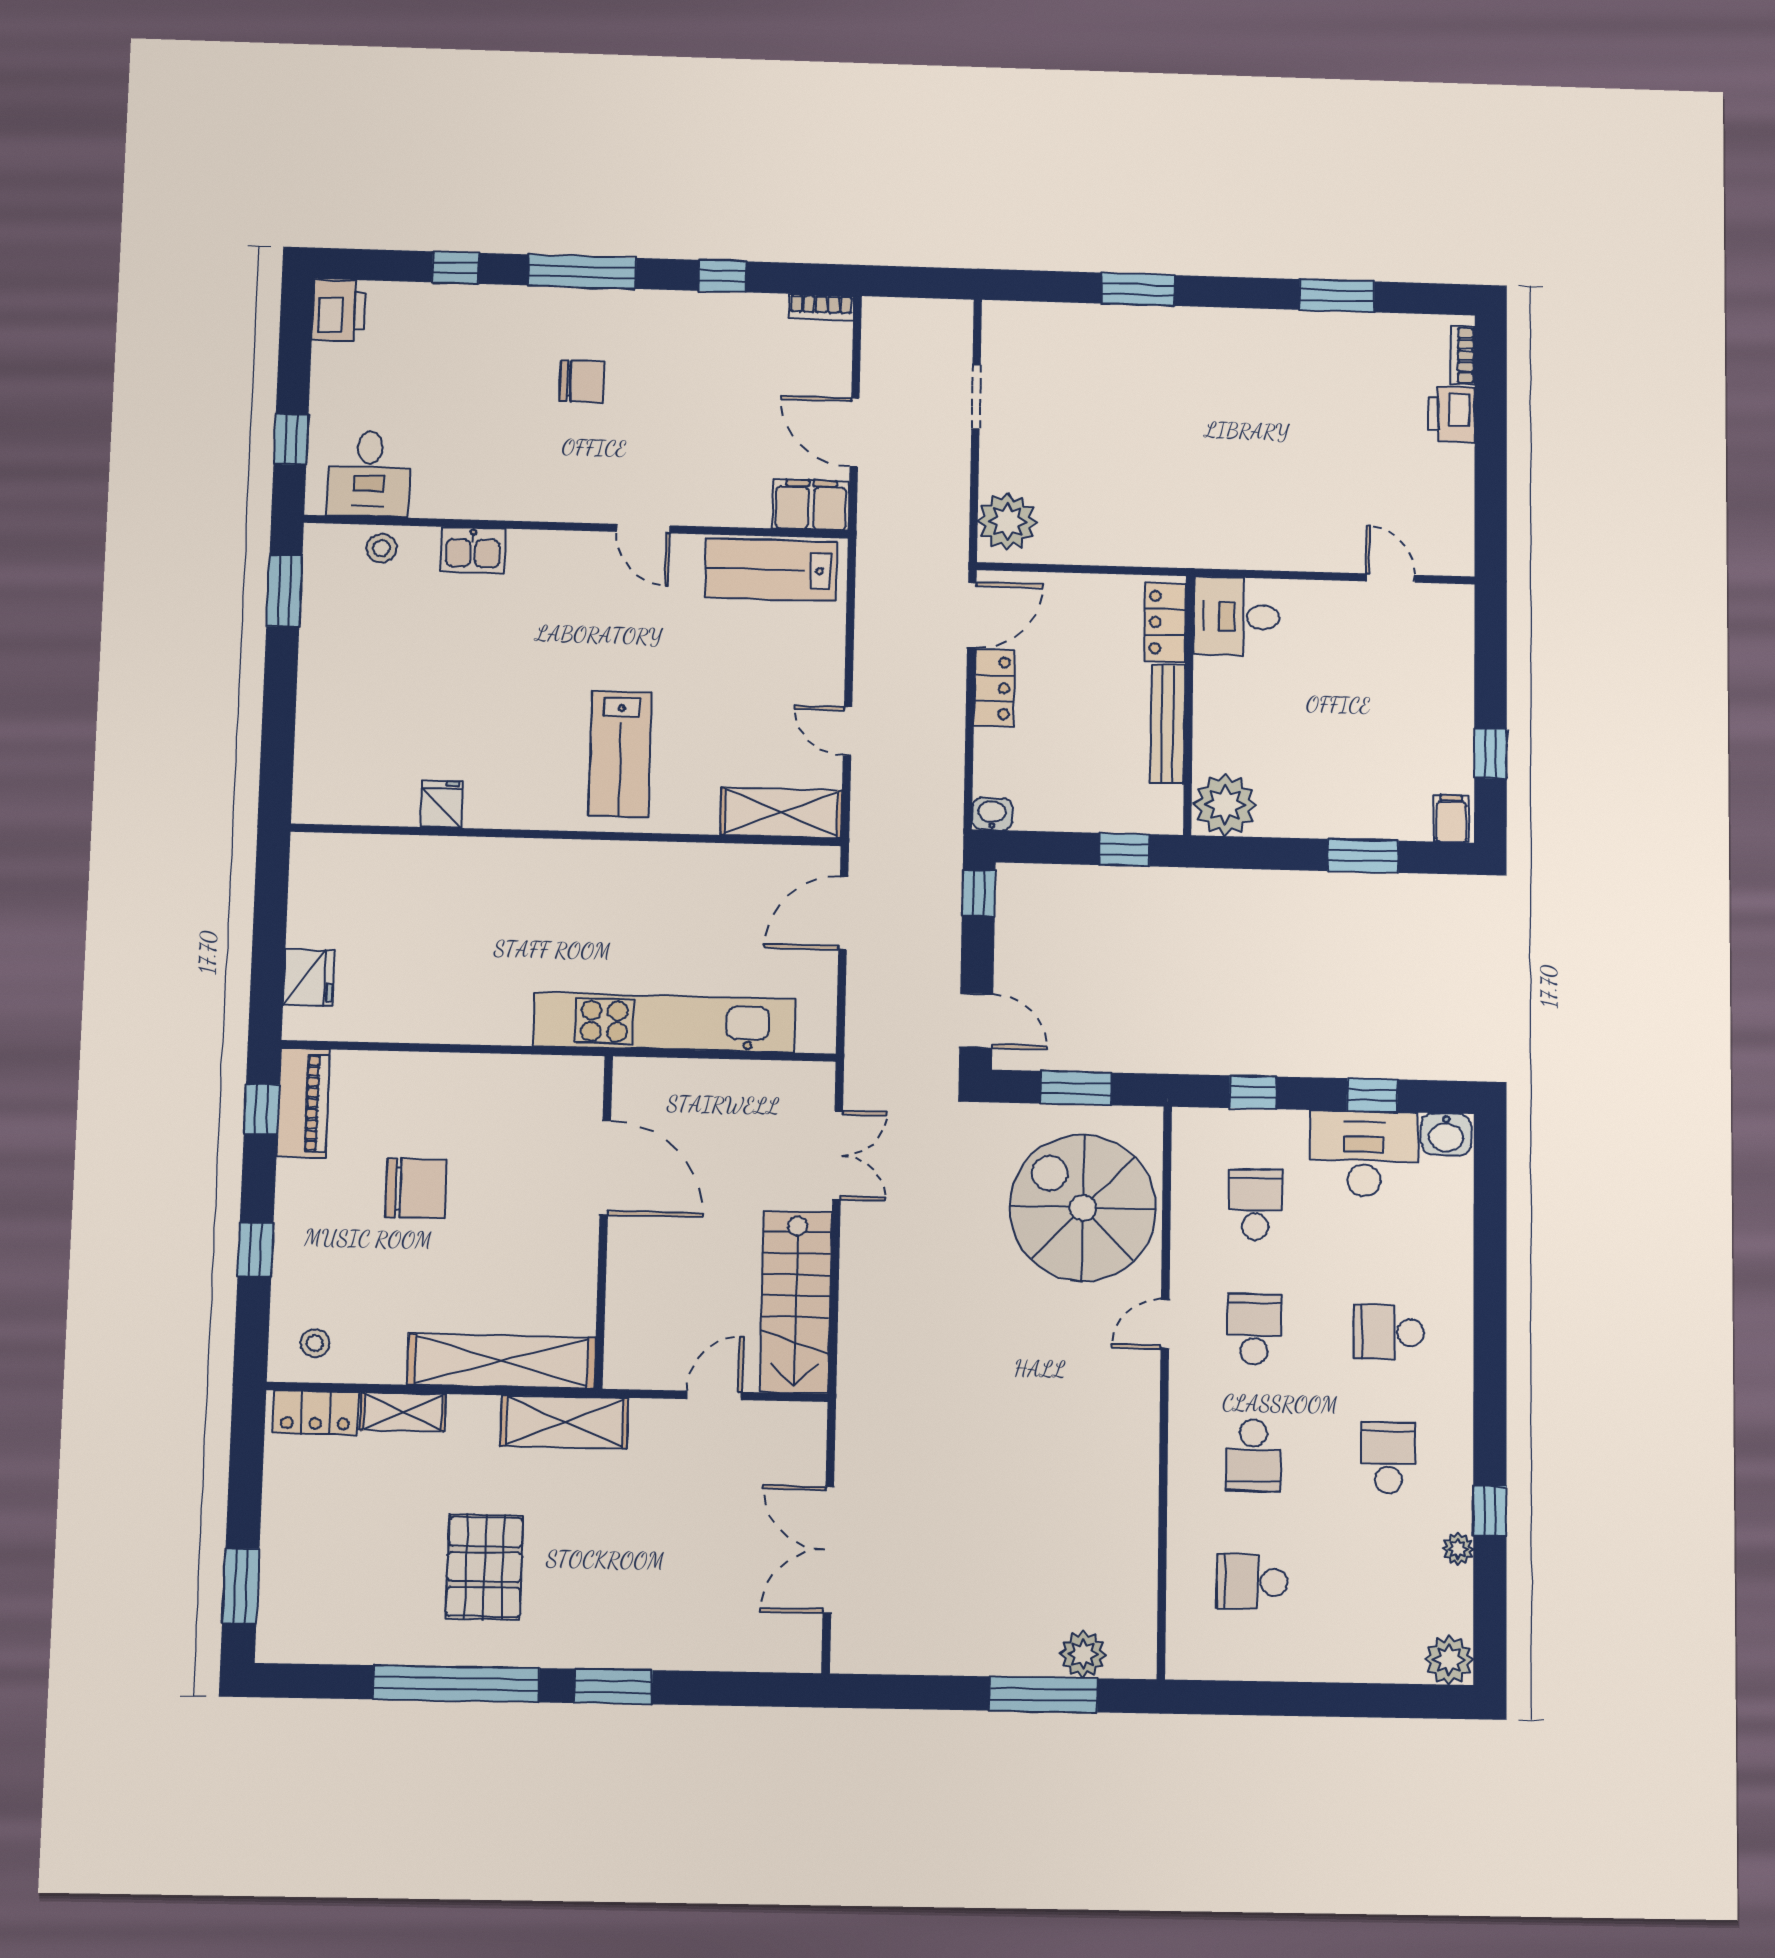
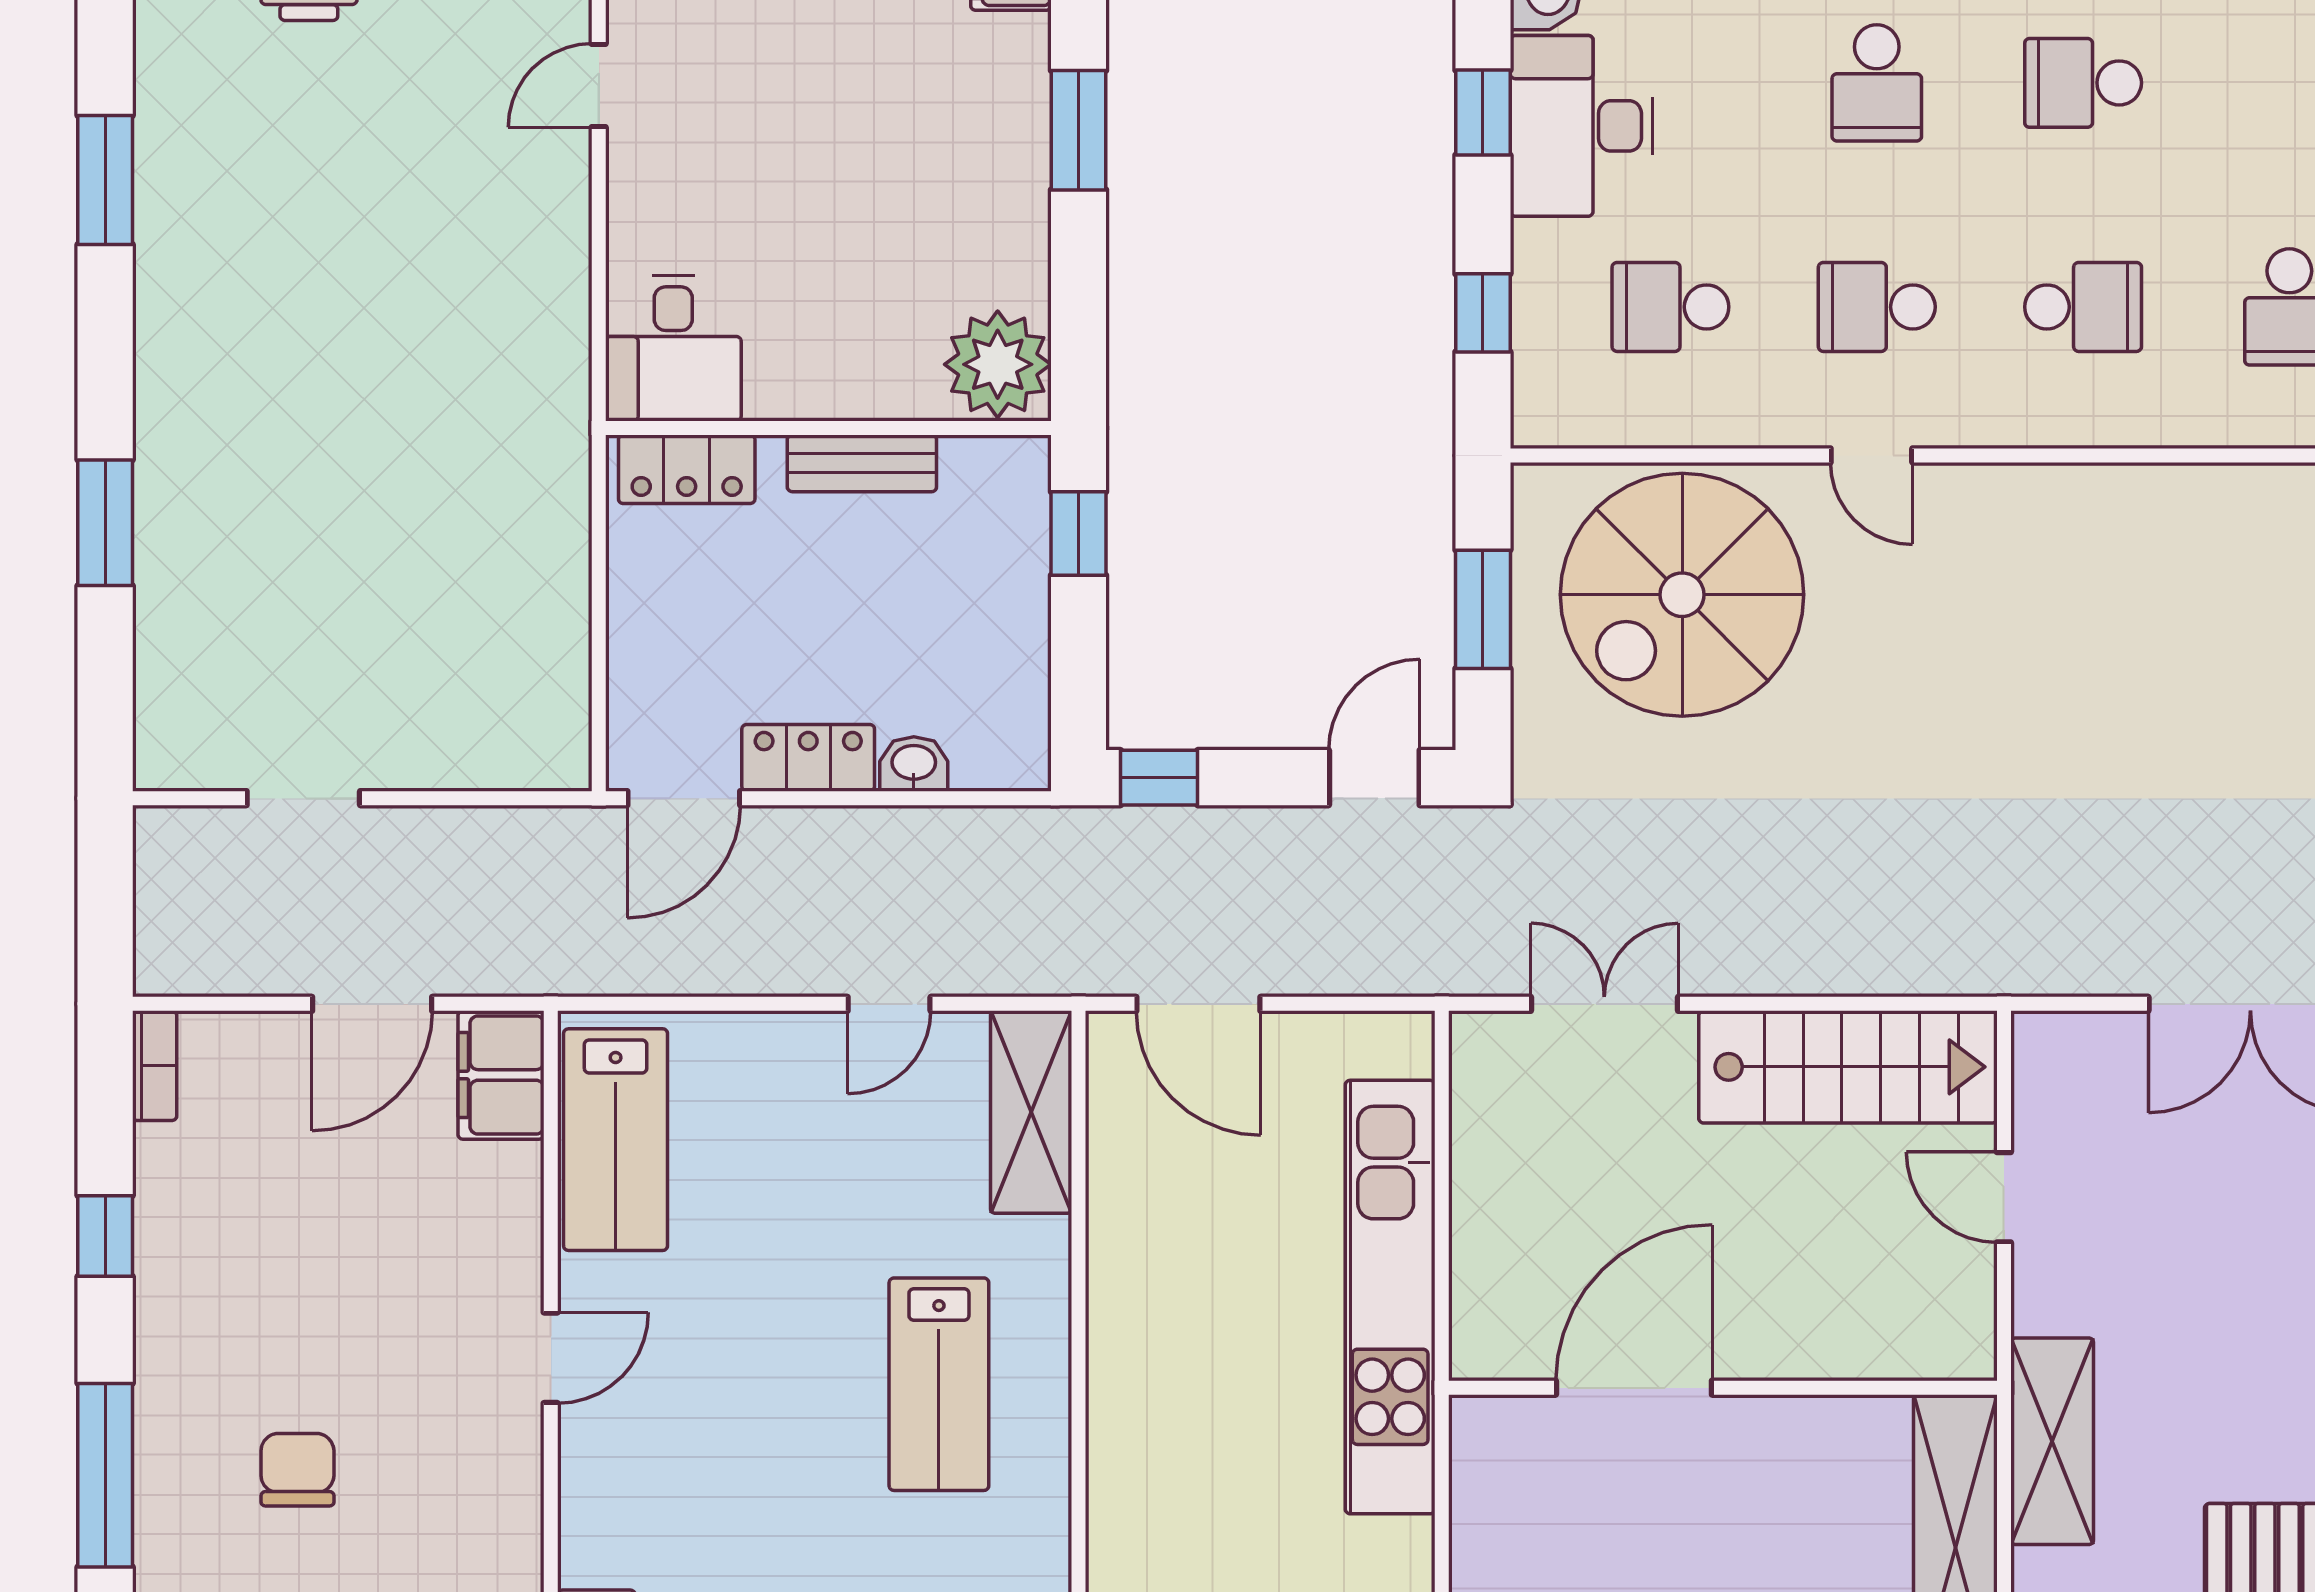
plant: (1007, 521) -> (520, 741), removed
door: (972, 615) -> (684, 798), swing flipped
bench: (1168, 724) -> (862, 463), width x0.73
lab bench: (620, 754) -> (939, 1384), turned 90
washbasin: (992, 814) -> (914, 764), moved, turned 90

